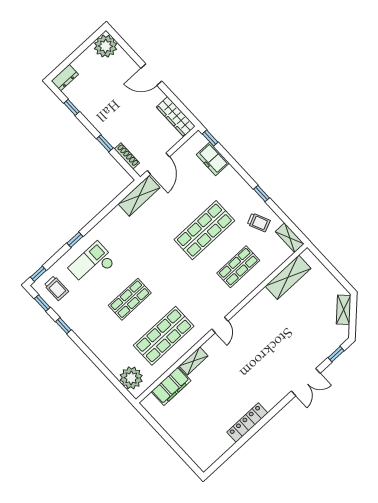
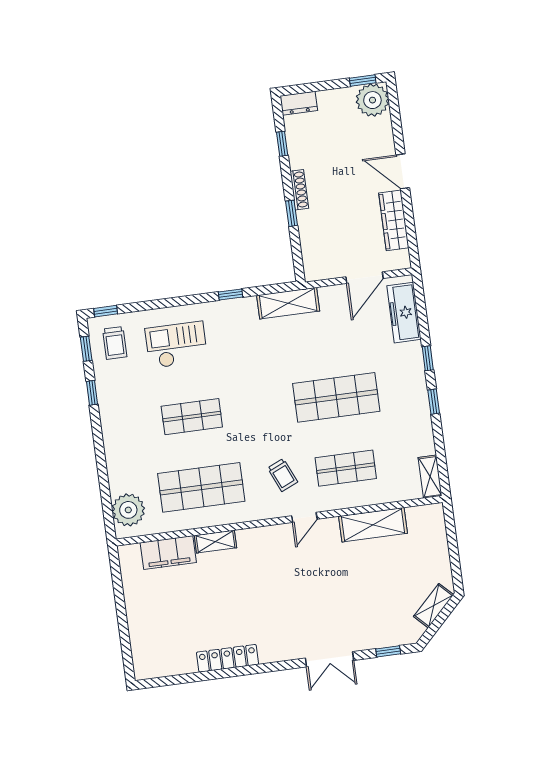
window: (92, 39) -> (363, 81), added
wardrobe: (176, 117) -> (394, 220), moved
window: (210, 138) -> (428, 358), moved
shoe rack: (127, 156) -> (299, 190), moved
freezer: (213, 159) -> (404, 313), width x1.40
door: (158, 164) -> (365, 278), moved
trolley: (259, 222) -> (283, 475), moved
window: (75, 240) -> (230, 294), moved
shelving: (288, 277) -> (373, 525), moved
door: (220, 325) -> (304, 517), moved

